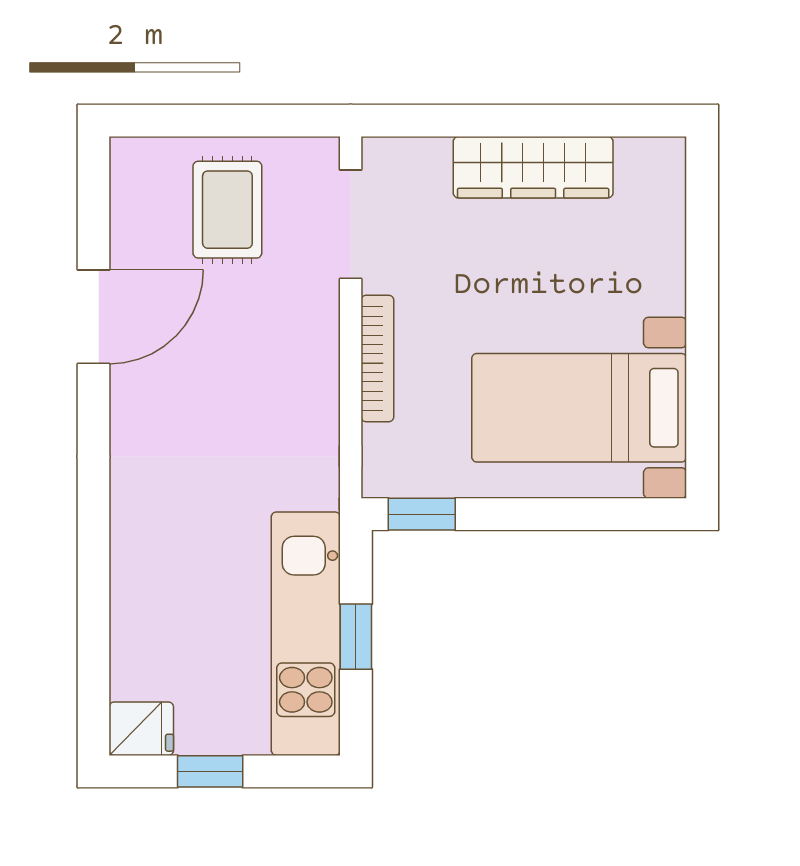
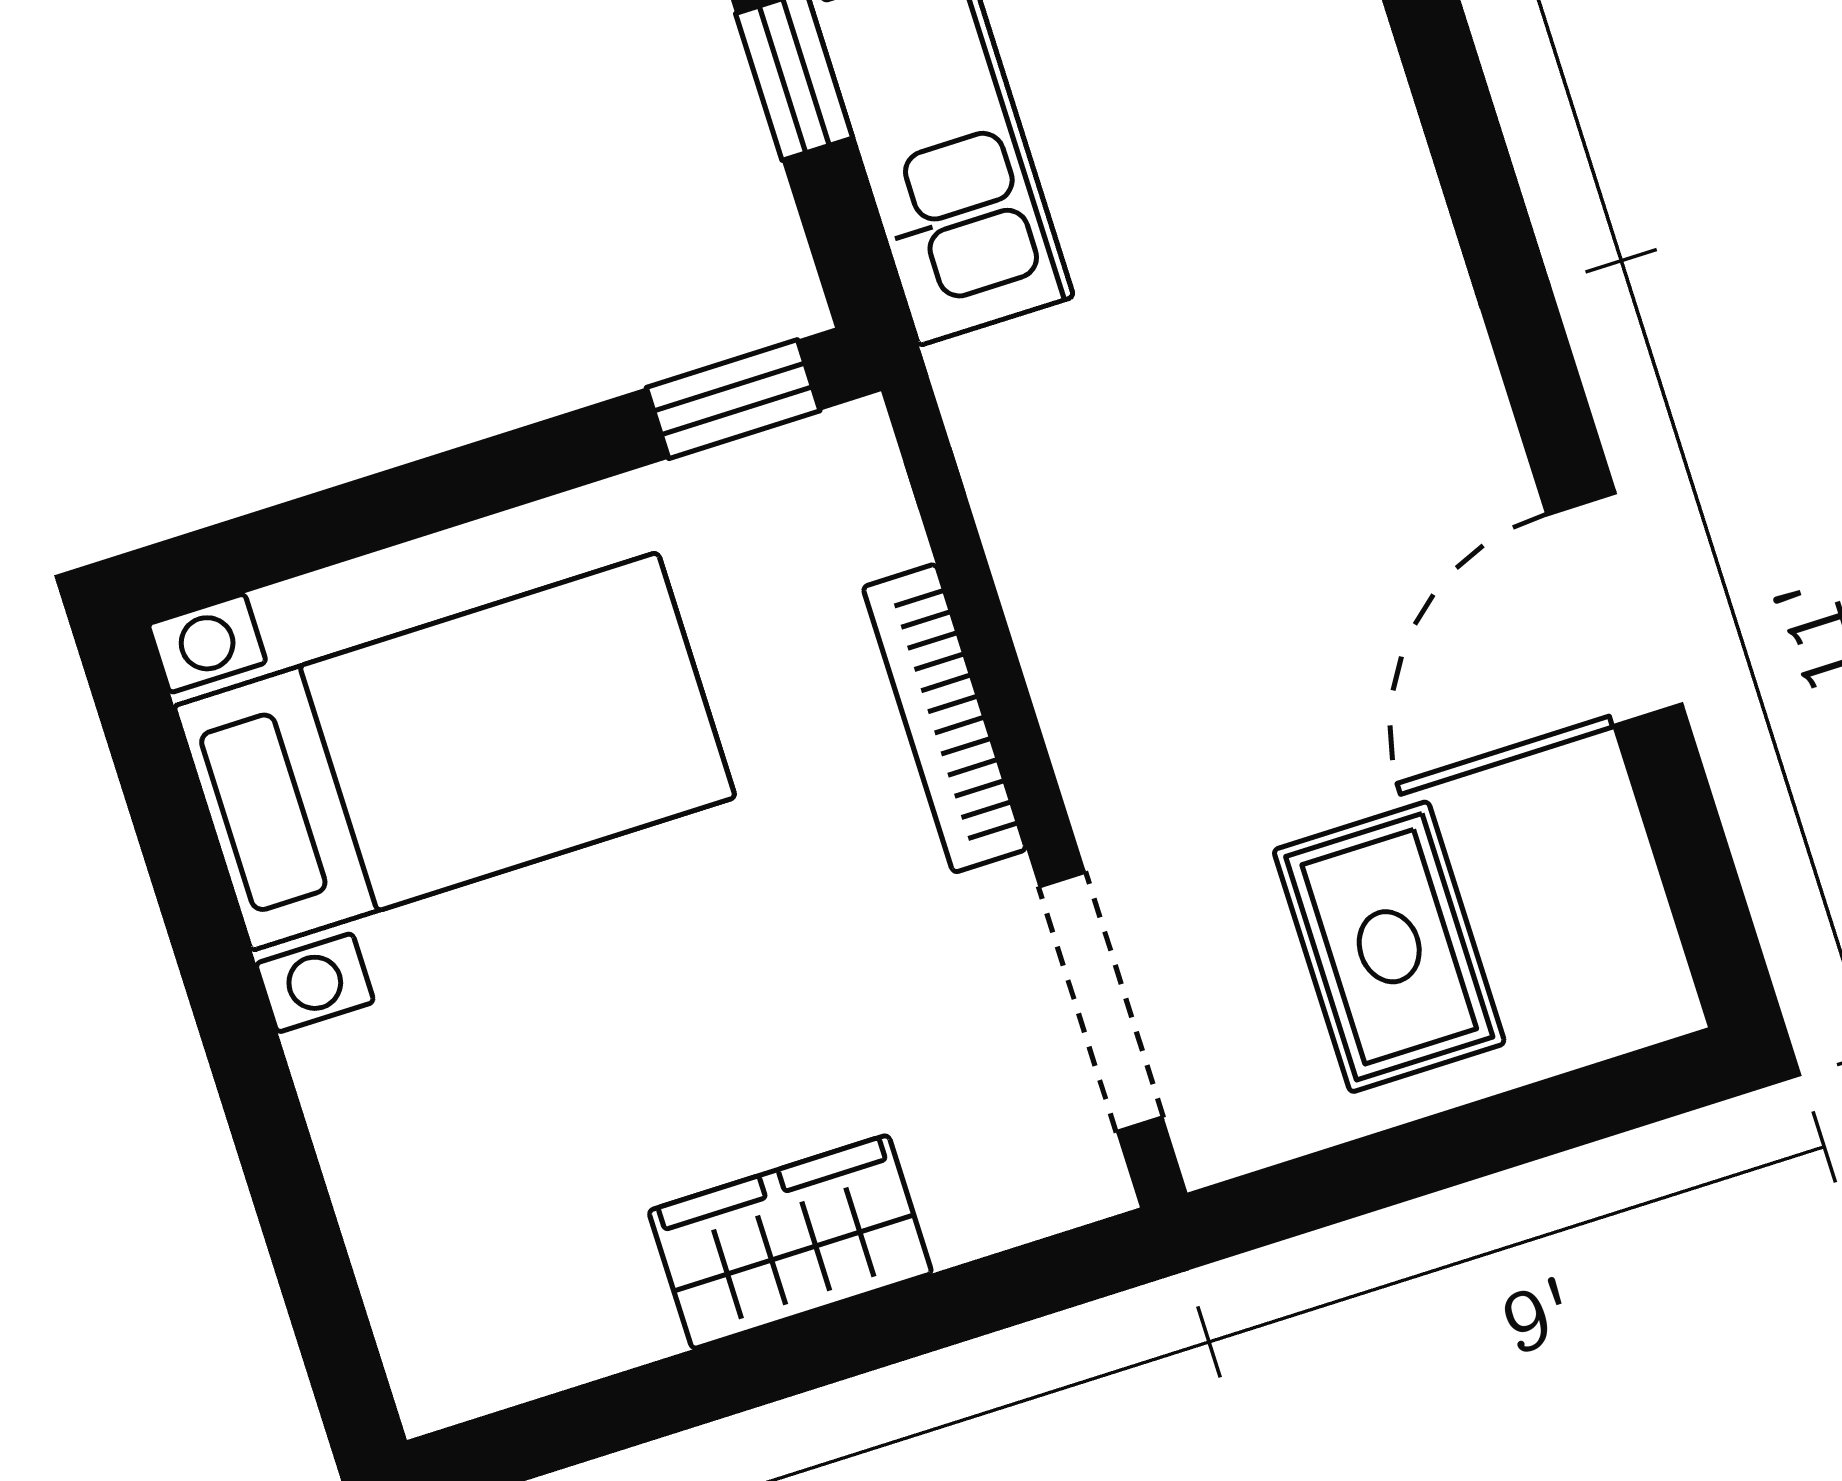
wardrobe: (533, 167) -> (790, 1242), width x0.67

